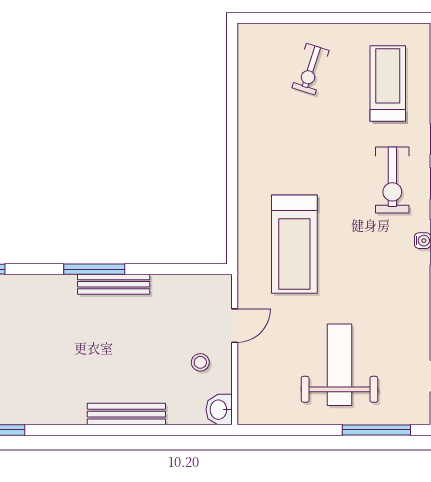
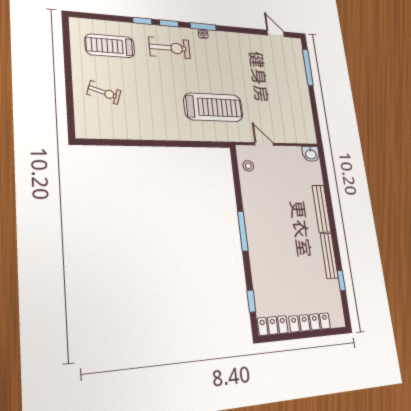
bench: (114, 284) -> (329, 256), moved
stool: (200, 362) -> (248, 166), moved
weight bench: (339, 365) -> (277, 85), removed

